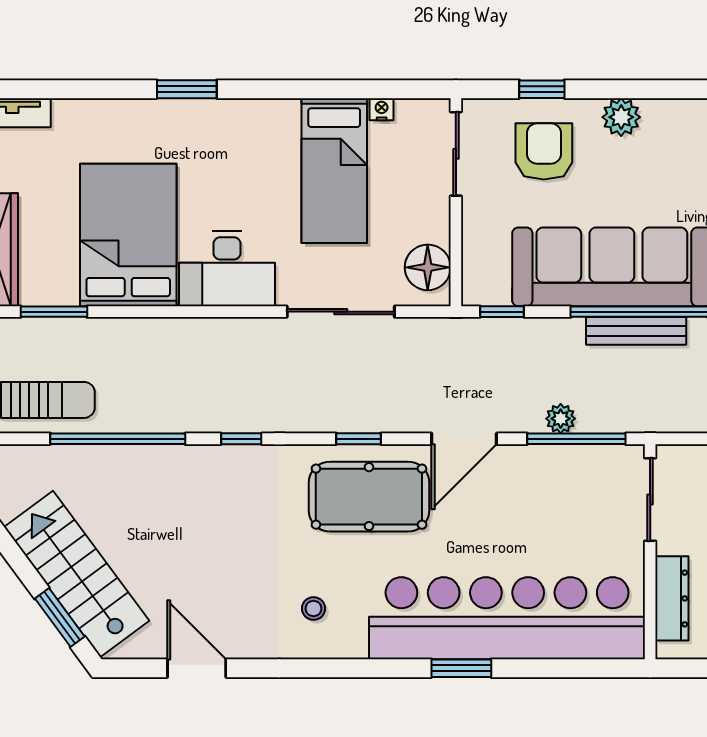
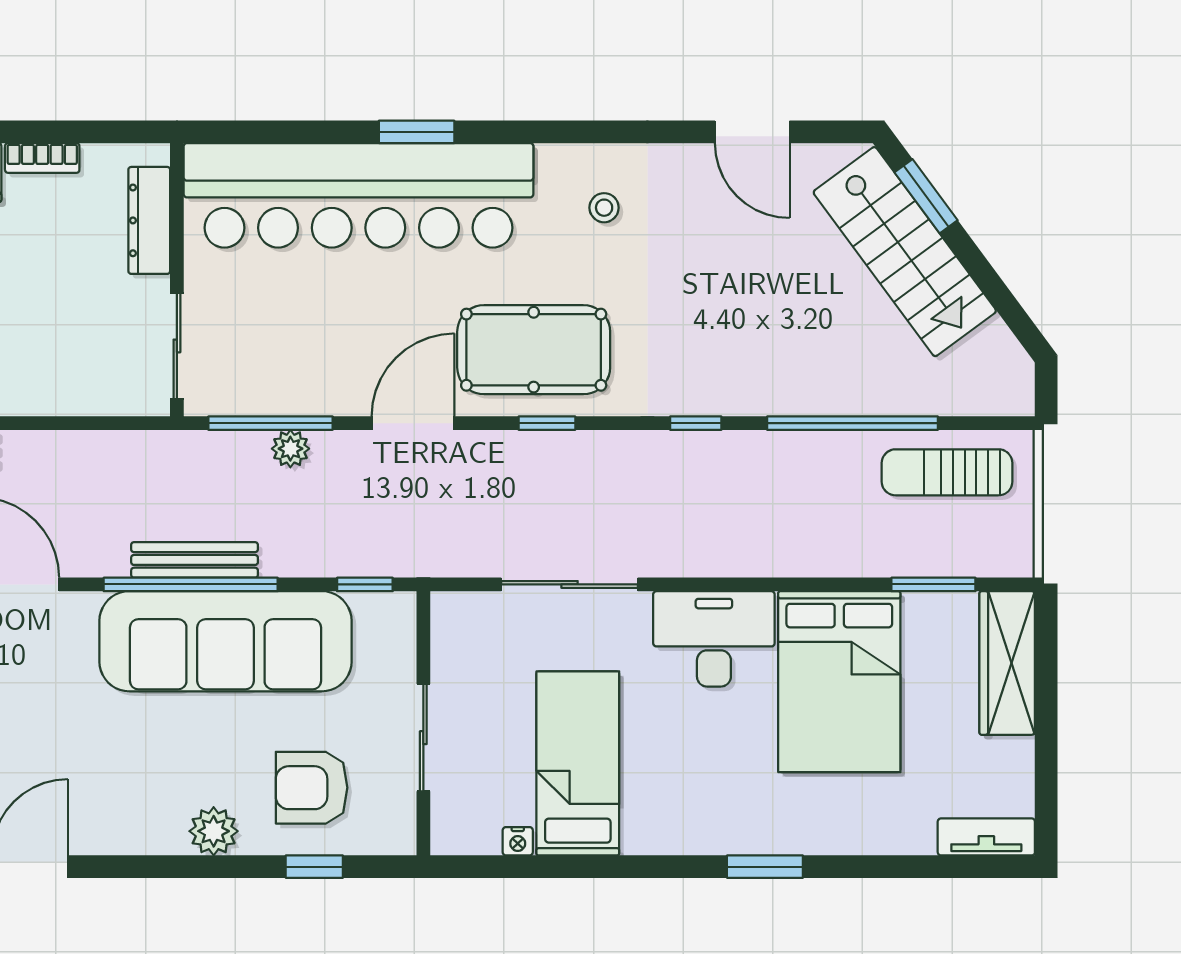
armchair: (544, 151) -> (312, 788), turned 90
sliding door: (456, 154) -> (423, 738), moved
floor lamp: (428, 267) -> (459, 641), removed

